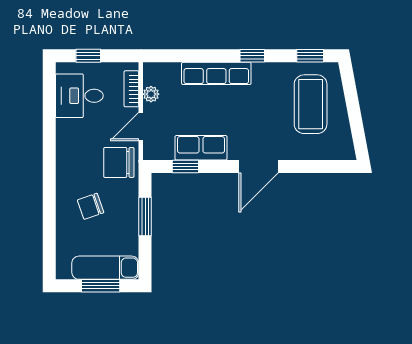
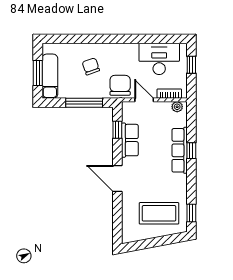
window: (252, 56) -> (191, 151), moved
plant: (151, 94) -> (177, 107), moved
desk: (79, 96) -> (159, 59), width x1.37
window: (145, 216) -> (84, 103), width x1.44

